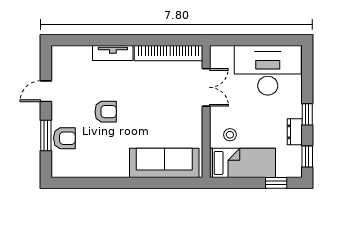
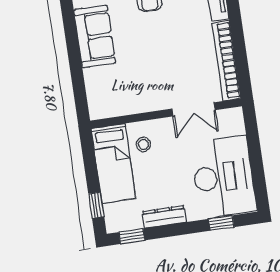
window: (307, 114) -> (221, 223), moved
dresser: (295, 132) -> (164, 217), width x1.44
sofa: (164, 163) -> (95, 36), moved, width x0.73

